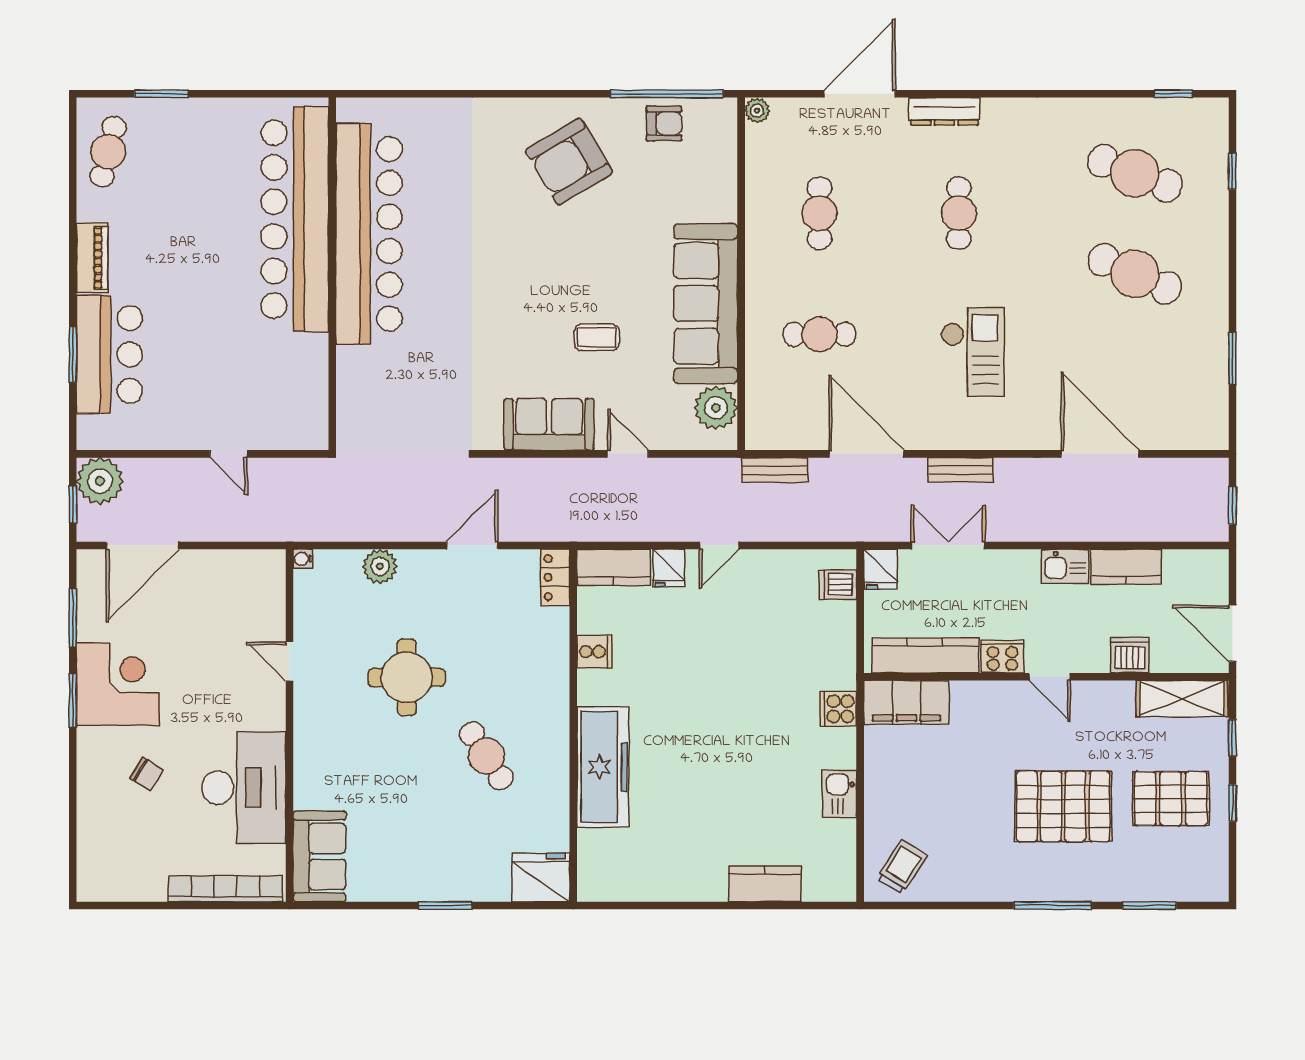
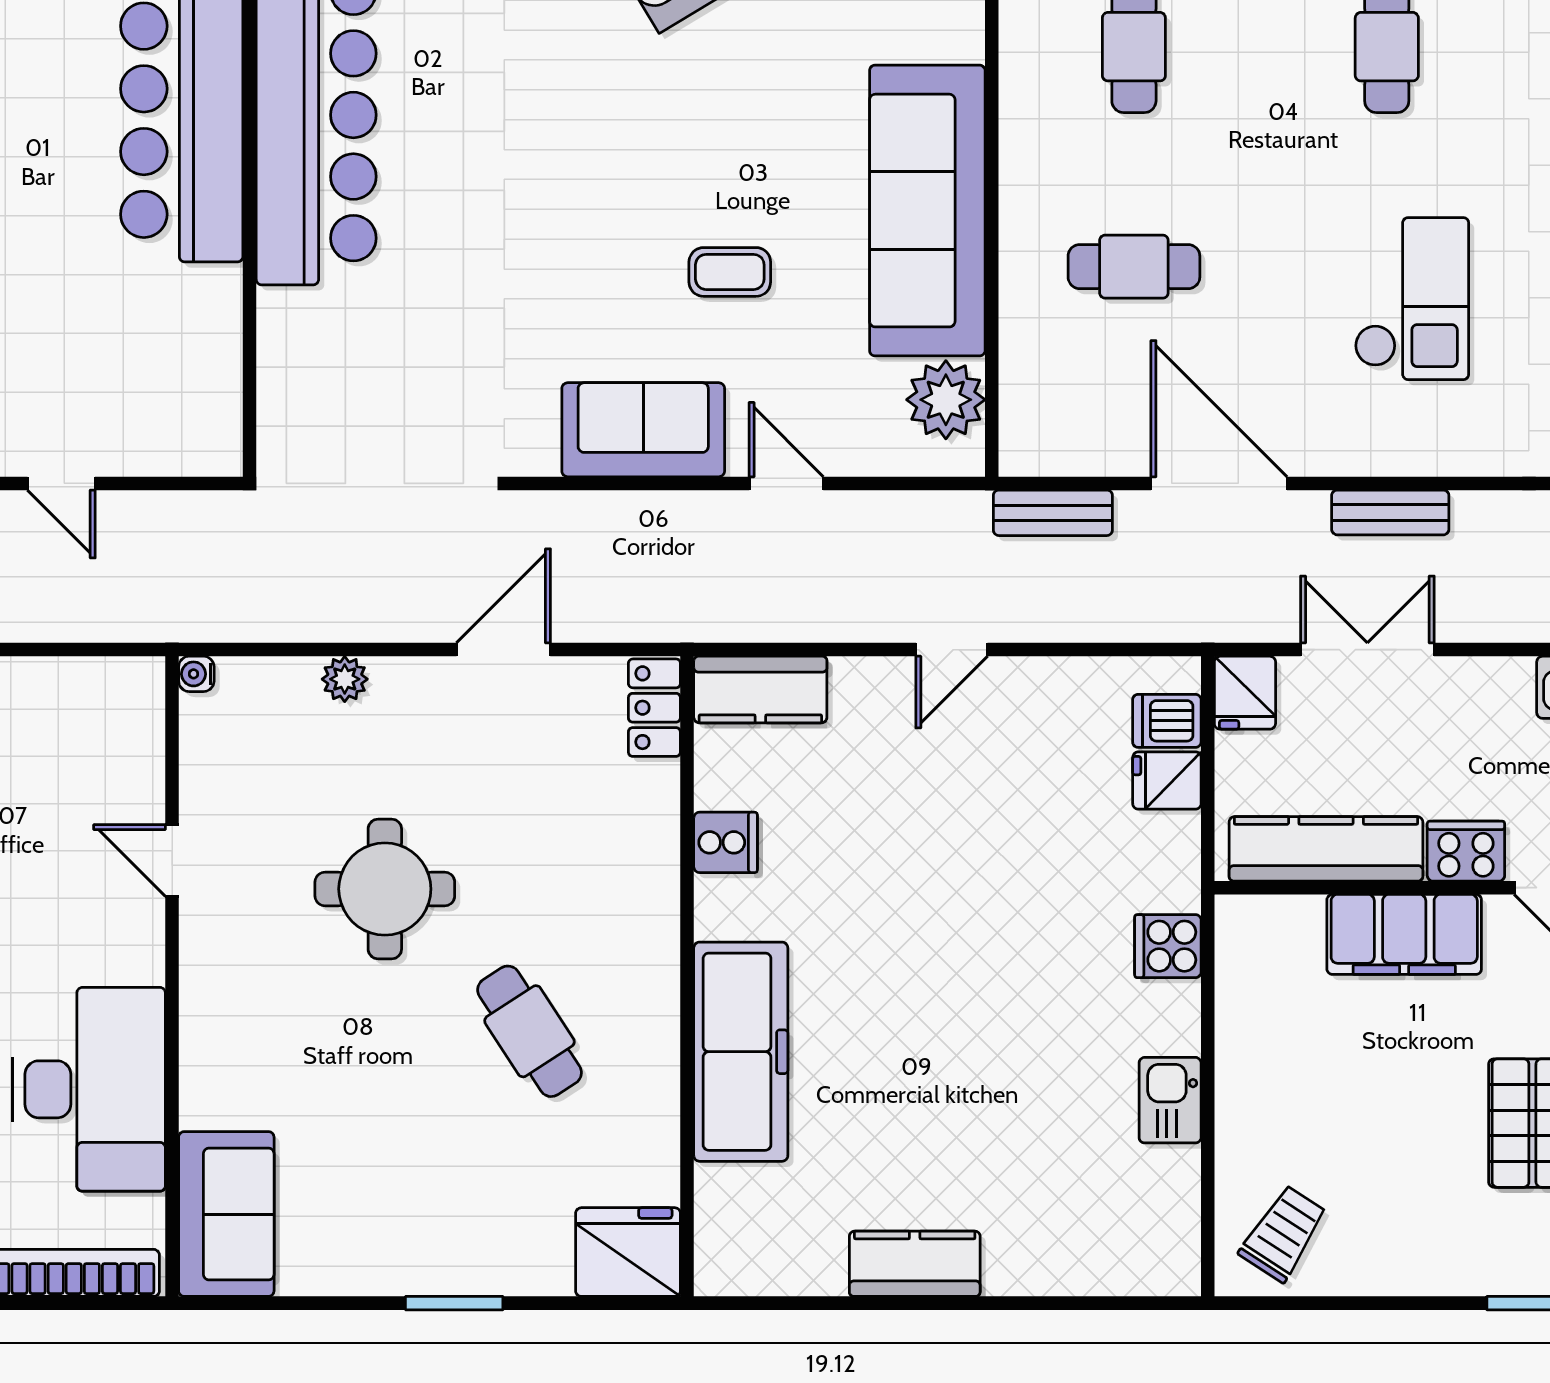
plant: (380, 566) -> (345, 679), width x0.73, depth x0.73
fridge: (669, 568) -> (1167, 781), moved, turned 90
filing cabinet: (906, 702) -> (1404, 934), moved
kitchen counter: (765, 884) -> (915, 1264), moved

